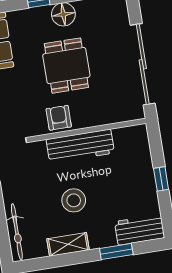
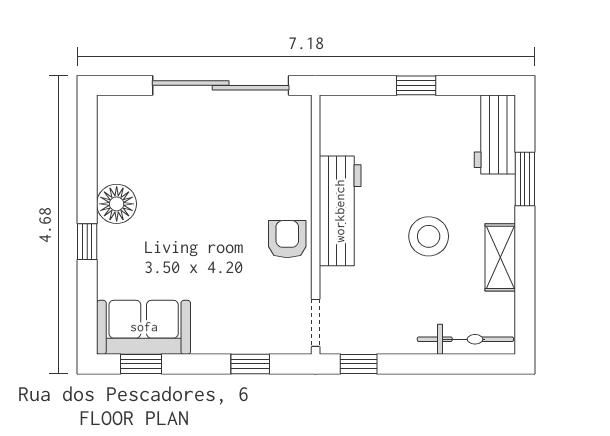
dining table: (66, 66) -> (202, 213), removed
armchair: (59, 118) -> (287, 239), turned 90

